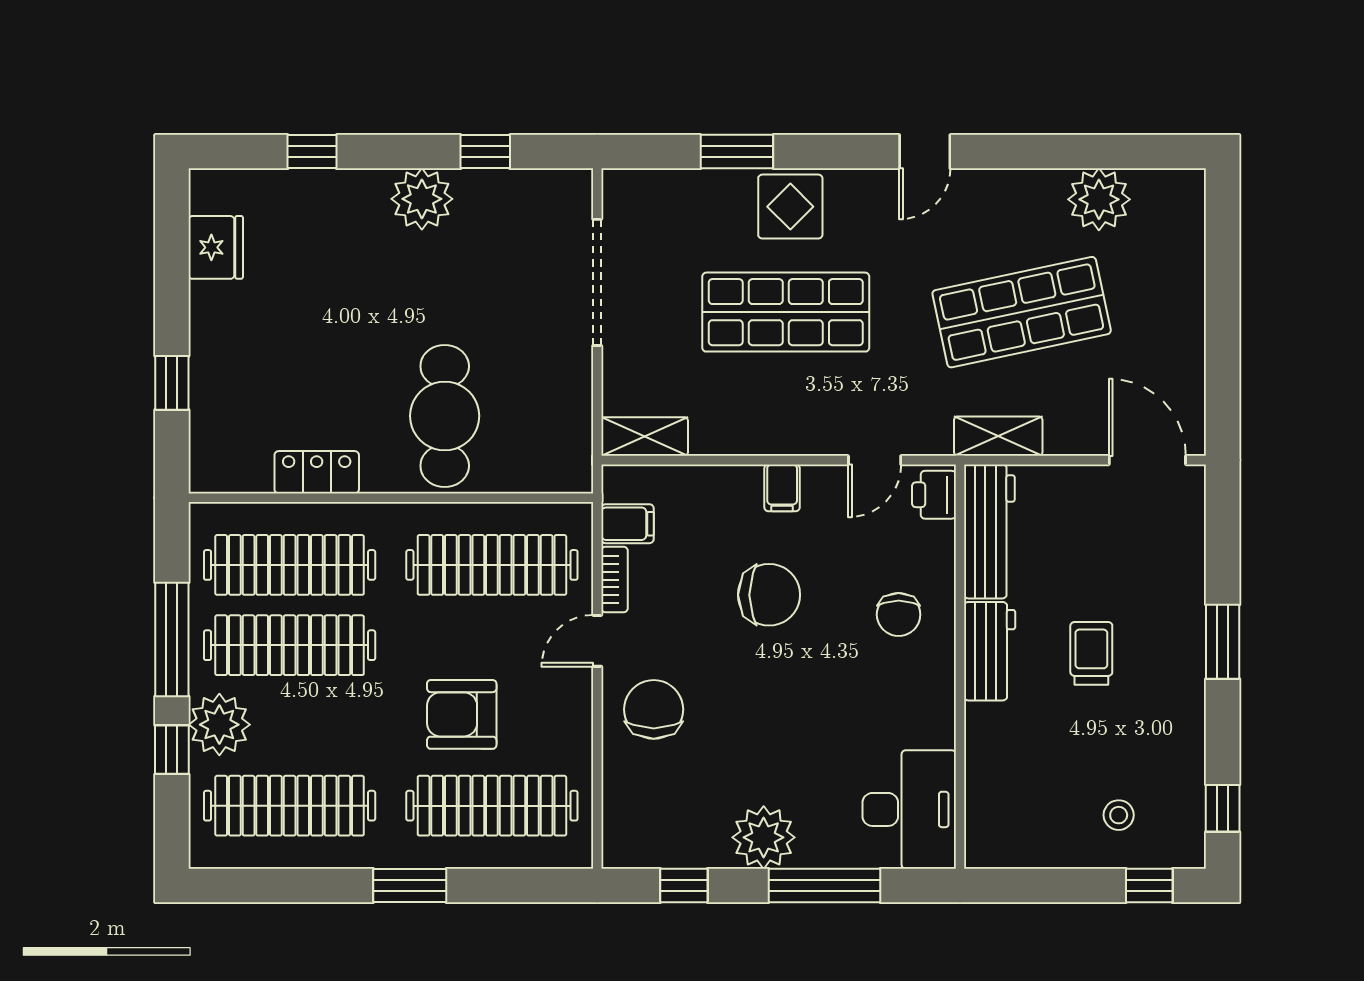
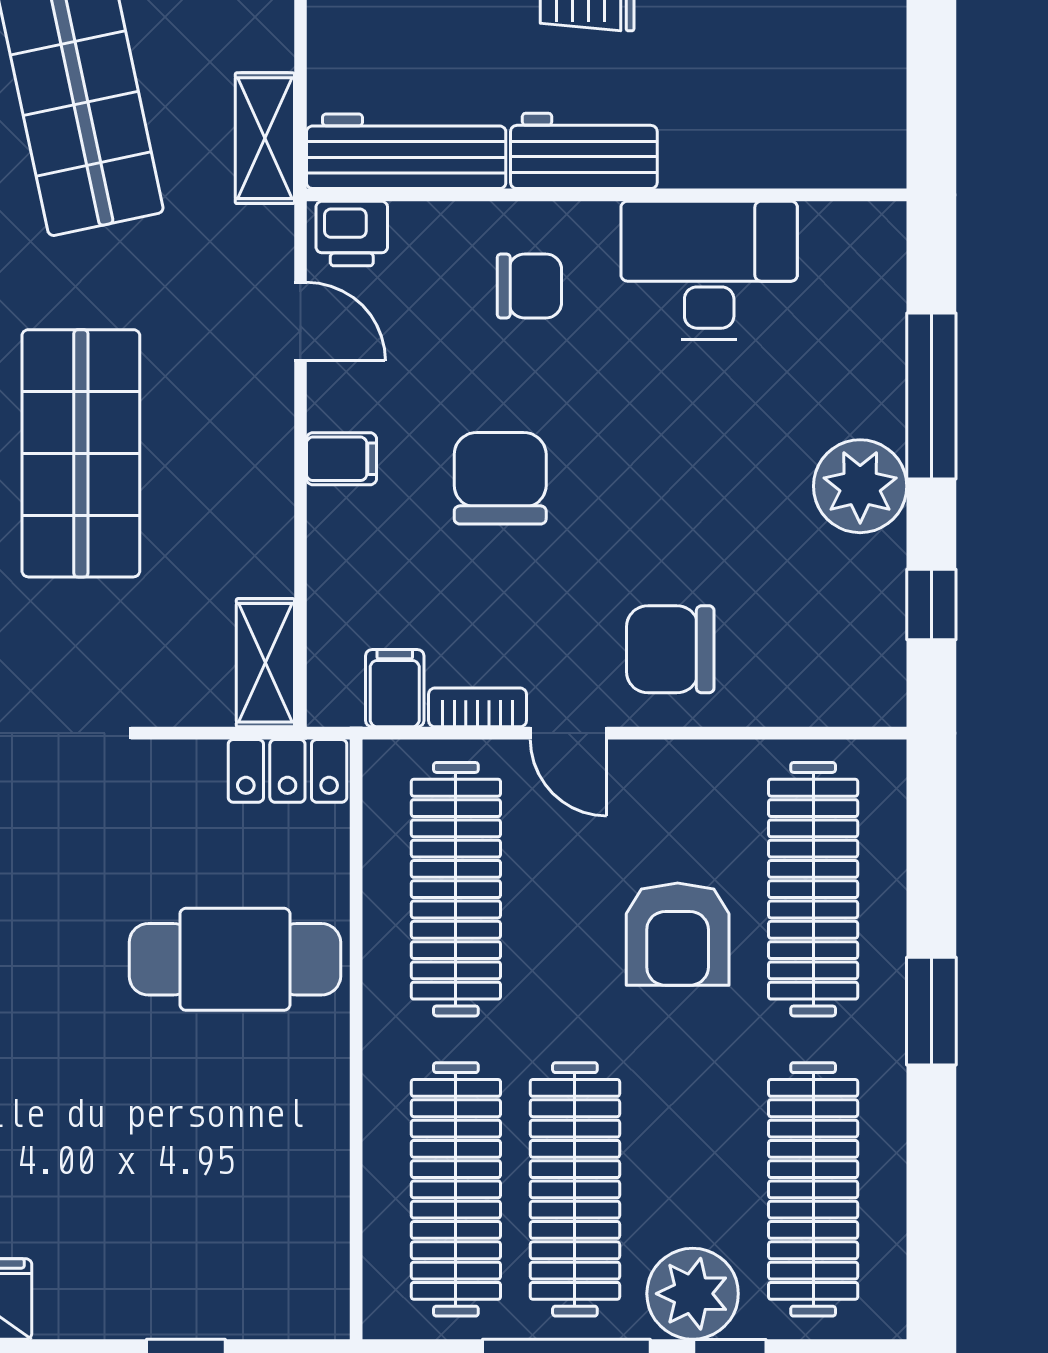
locker: (317, 472) -> (287, 771), moved, turned -90
desk: (909, 809) -> (709, 270), moved

